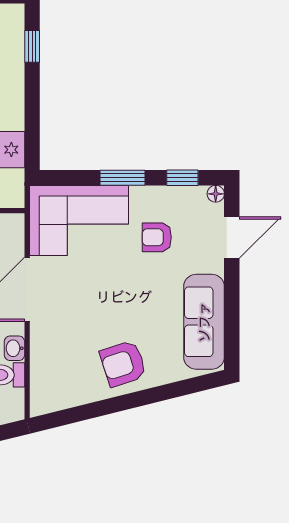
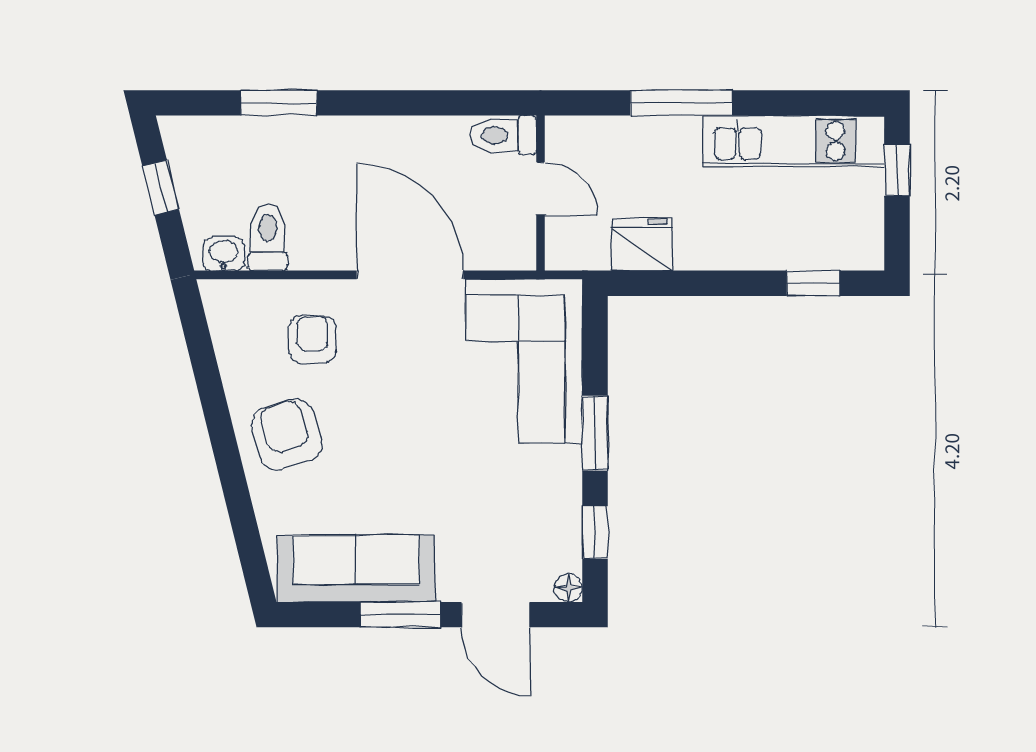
armchair: (157, 237) -> (313, 339), moved
window: (232, 295) -> (400, 615), added
washbasin: (14, 348) -> (224, 254), moved

